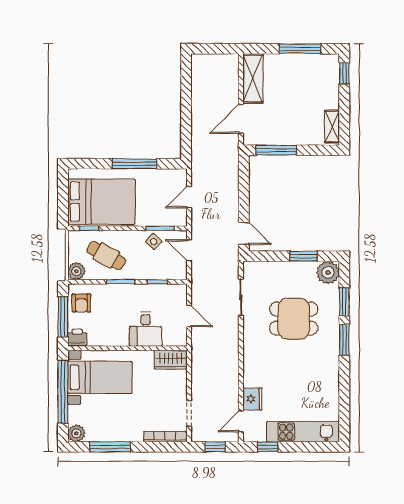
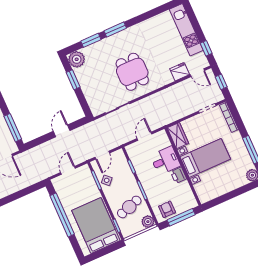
window: (135, 164) -> (62, 215), width x1.46
door: (189, 197) -> (68, 170), swing flipped
door: (244, 233) -> (62, 131), moved
cafe table: (106, 255) -> (129, 207), turned 43
armchair: (81, 303) -> (167, 209), turned -90
dining table: (294, 319) -> (132, 72), moved
printer: (77, 338) -> (179, 175), moved
bed with nightstands: (100, 377) -> (205, 158), moved, turned 90
window: (63, 392) -> (229, 196), removed

